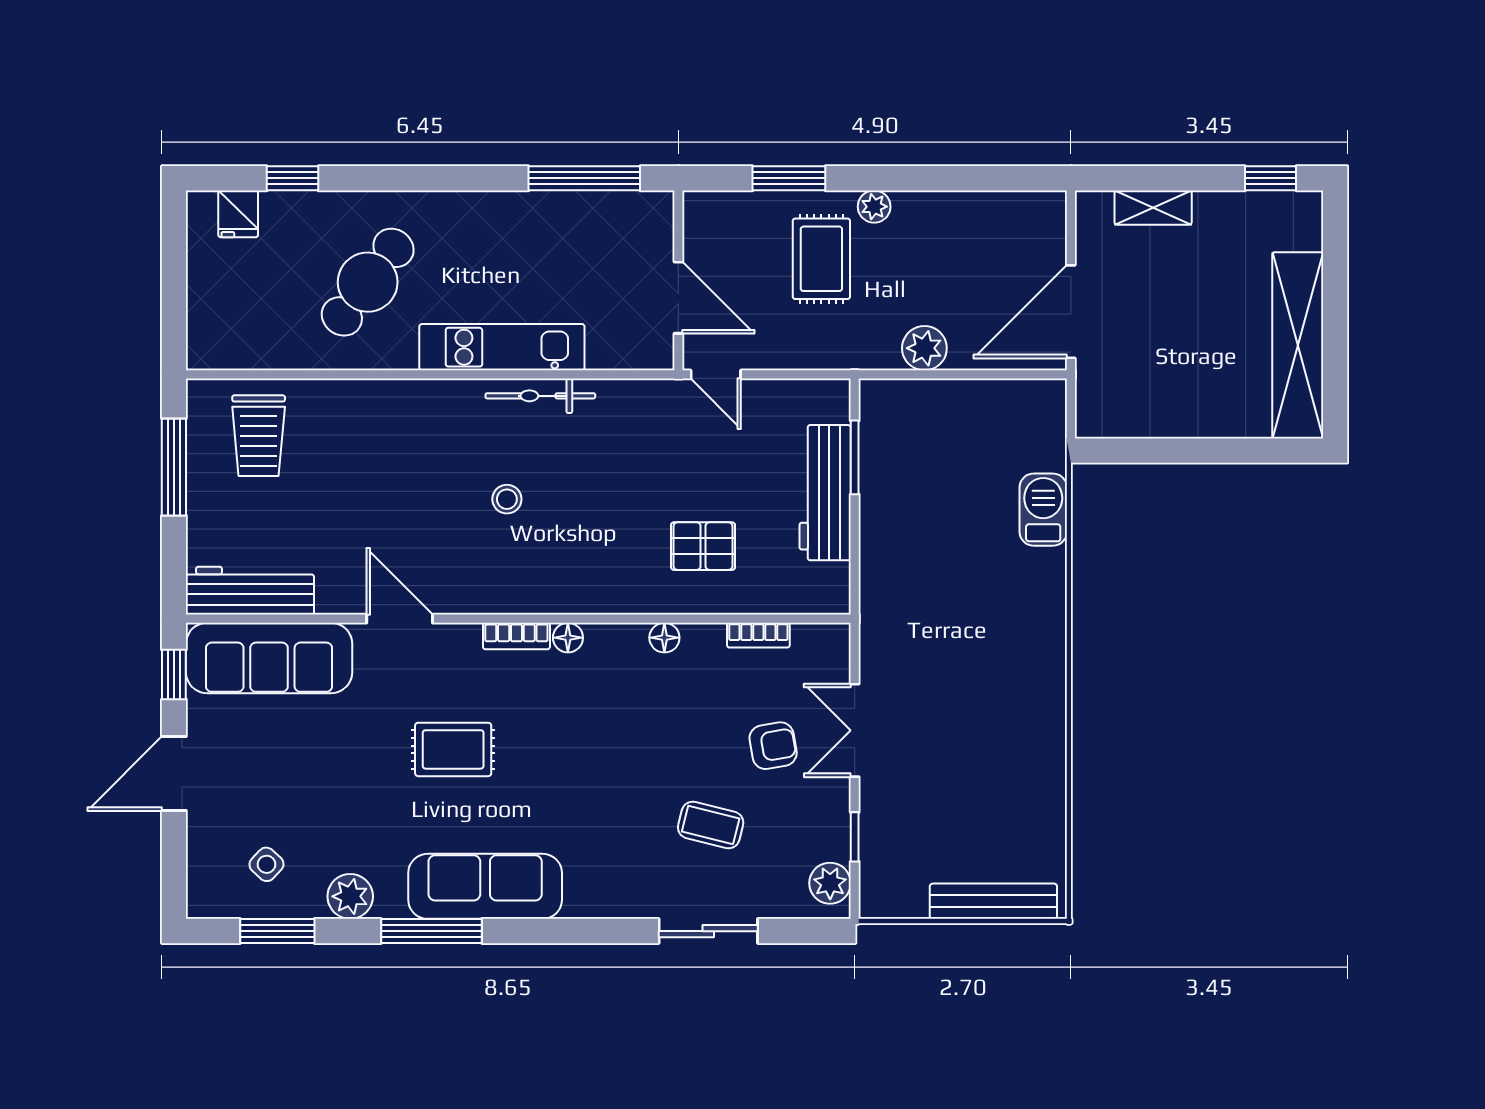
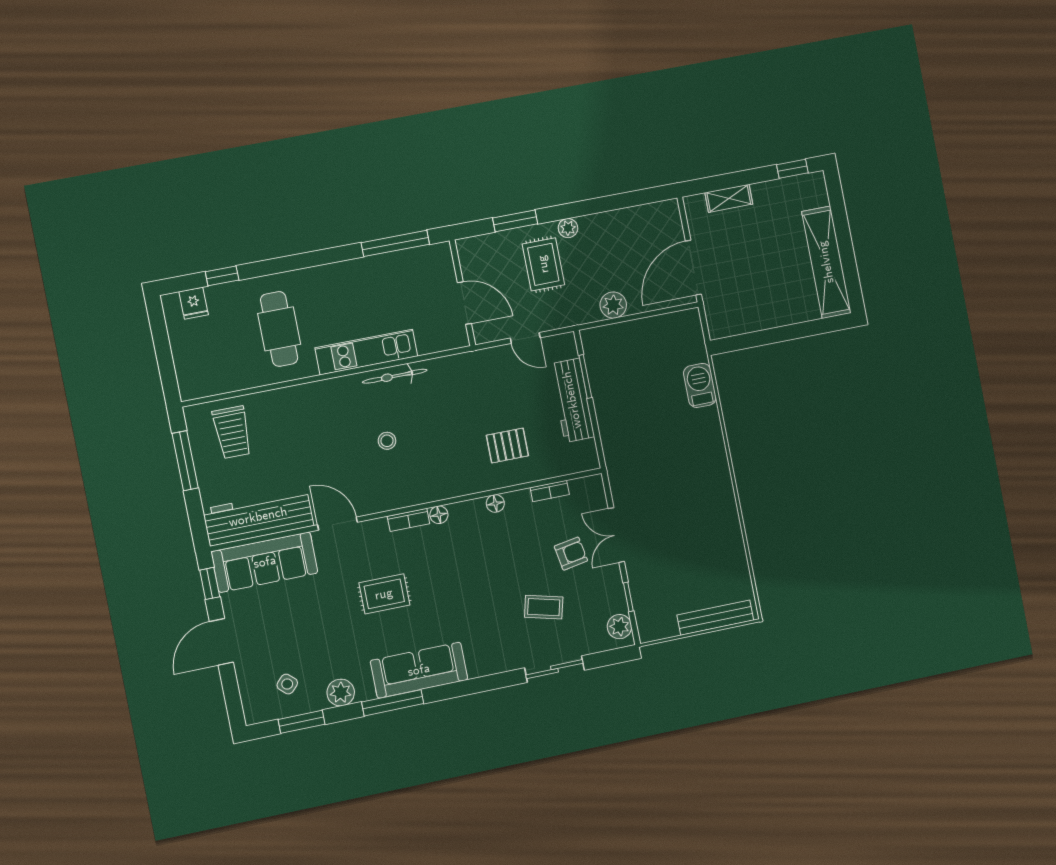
cafe table: (368, 282) -> (279, 329), turned -37
door: (716, 374) -> (525, 338), moved
workbench: (250, 591) -> (258, 517), width x1.36, depth x1.32

